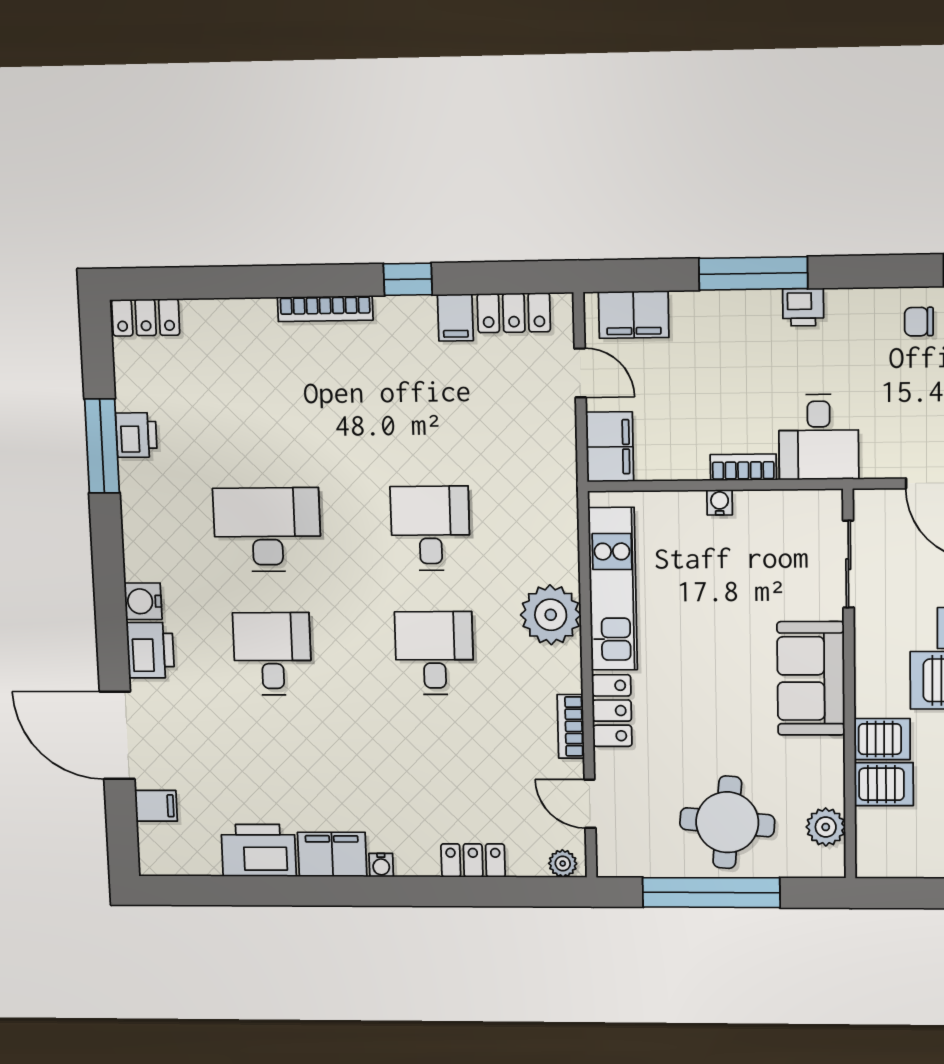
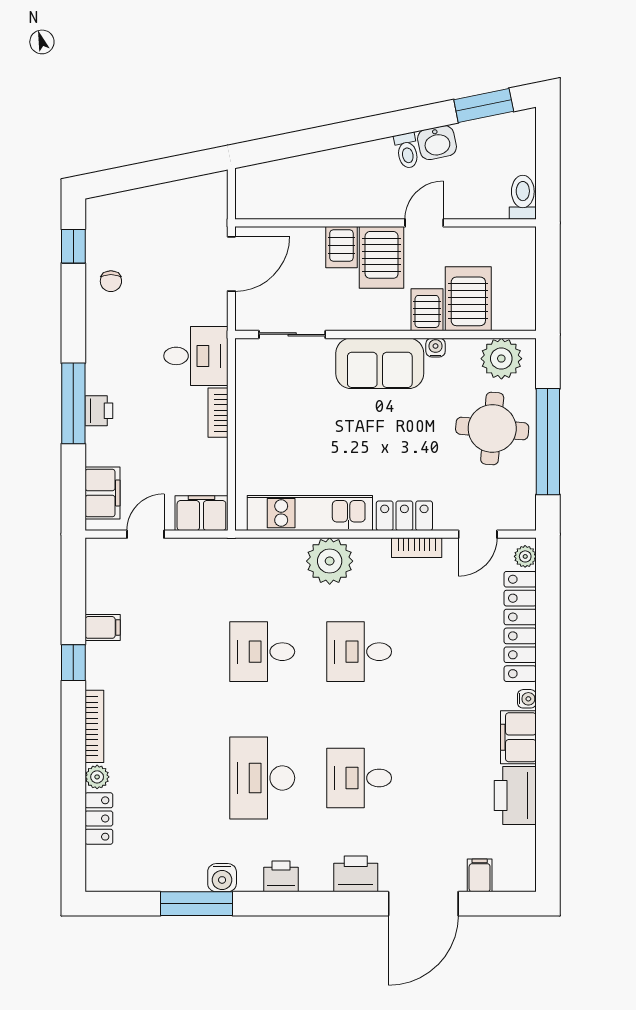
printer: (803, 307) -> (99, 411), moved
plant: (259, 313) -> (97, 777), added
locker: (514, 313) -> (100, 583), removed
locker: (146, 317) -> (99, 818), moved
printer: (136, 435) -> (281, 876), moved
water cooler: (720, 502) -> (436, 348), moved, turned 90
water cooler: (143, 601) -> (222, 878), moved
server rack: (884, 784) -> (468, 299), width x1.36, depth x1.44
plant: (826, 827) -> (501, 359), width x1.36, depth x1.36
locker: (473, 860) -> (520, 626), width x2.16, depth x1.21

